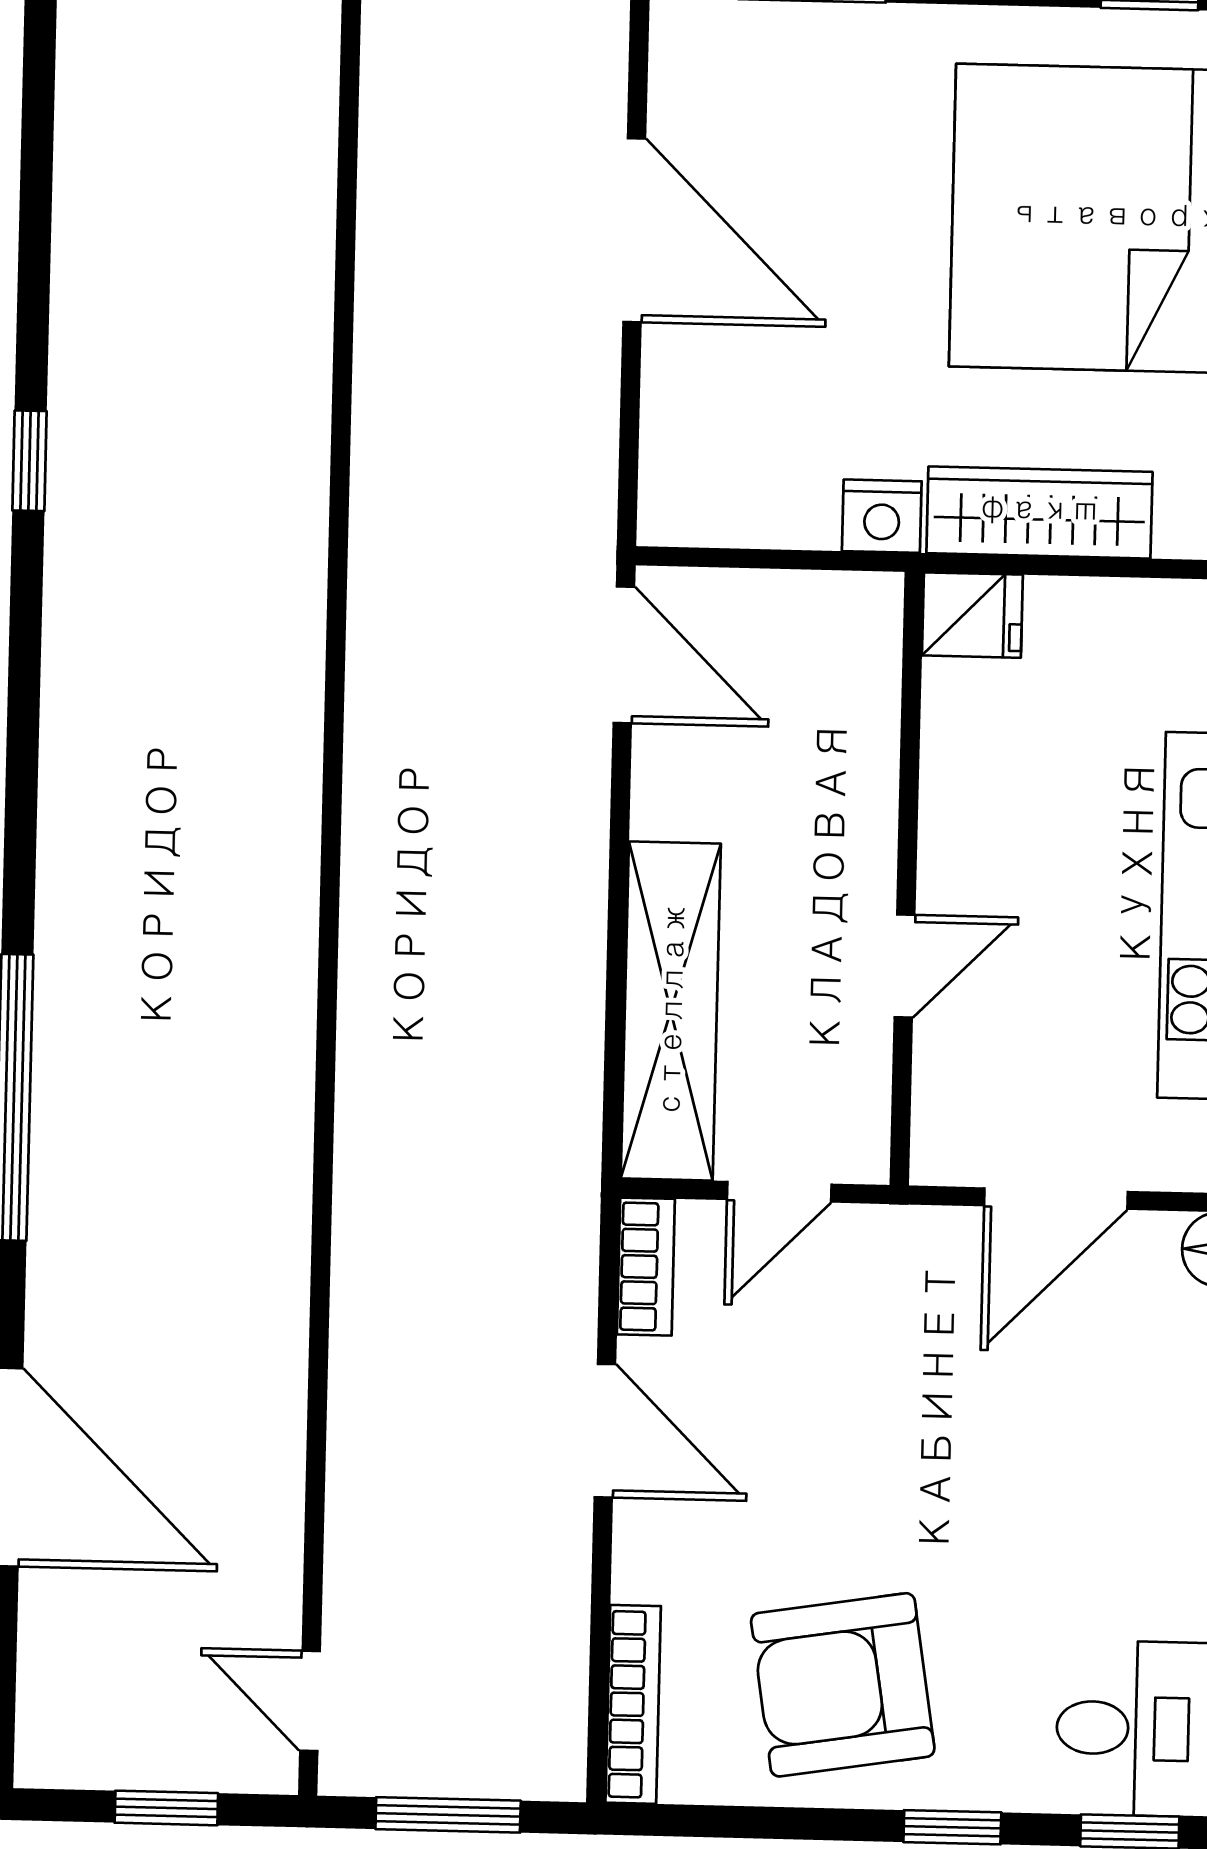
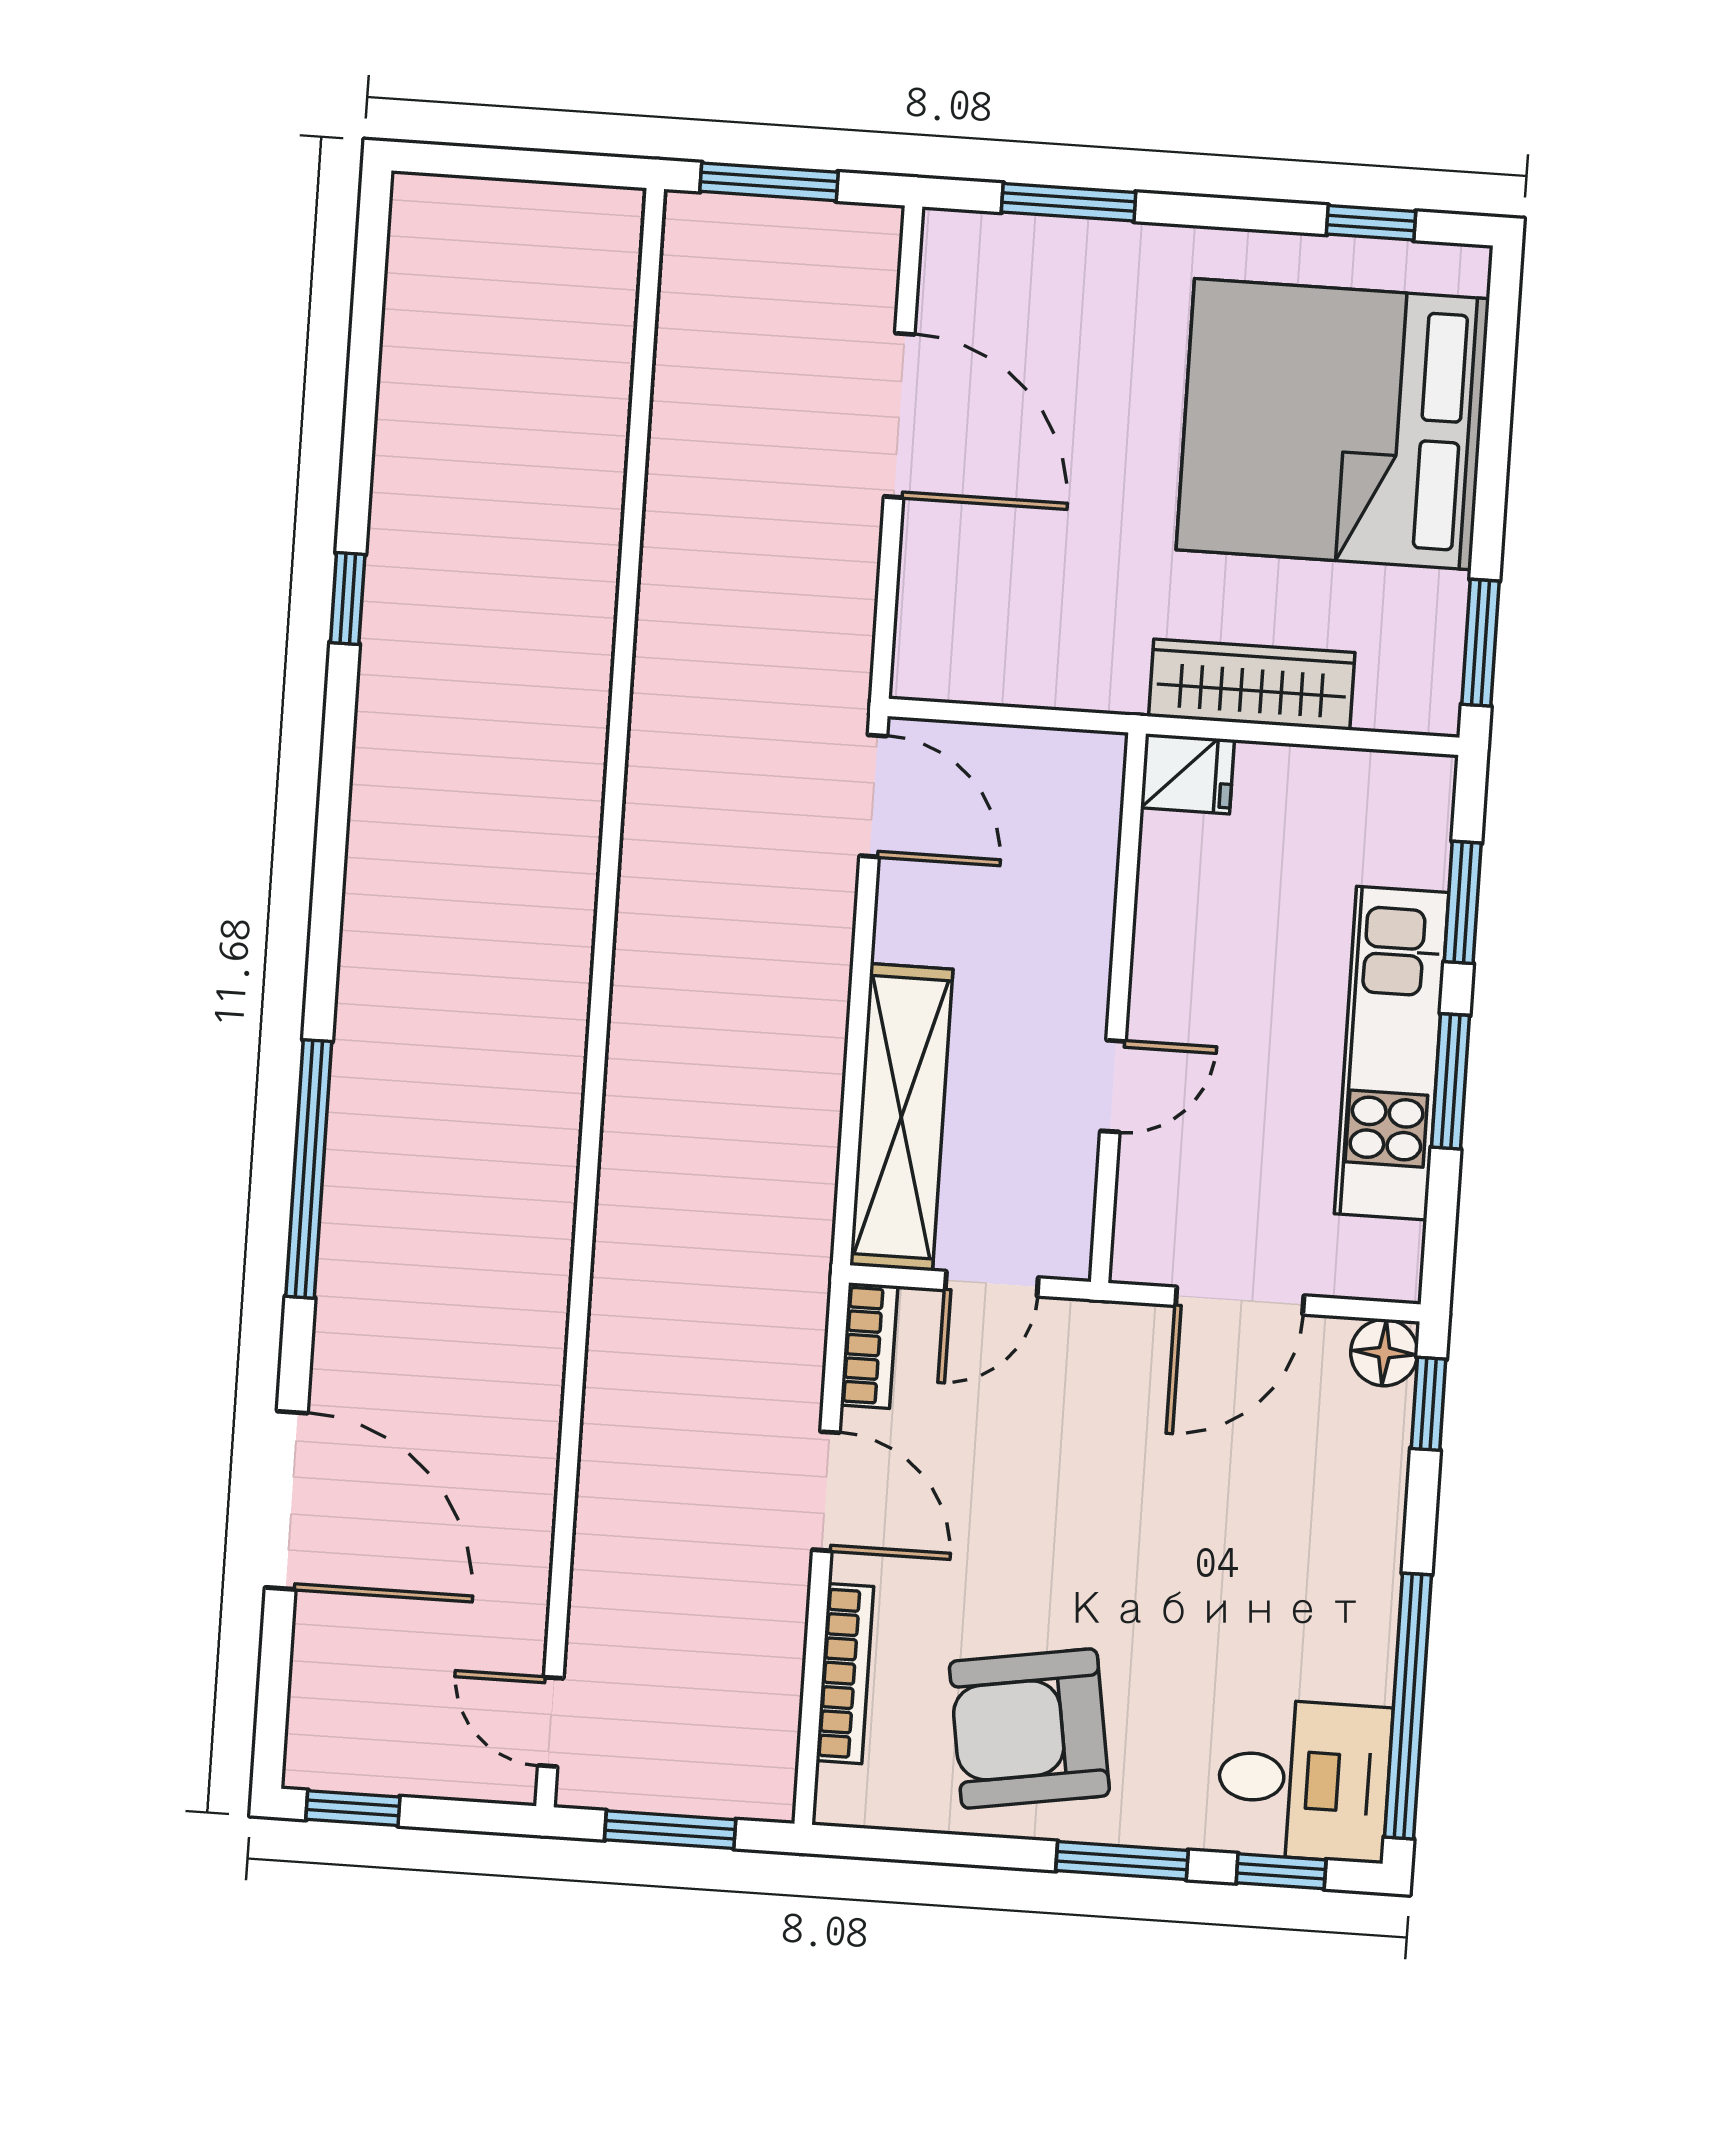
nightstand: (882, 516) -> (1110, 682), removed
bookcase: (633, 1704) -> (845, 1674), moved
window: (166, 1808) -> (353, 1808), moved
window: (952, 1827) -> (1122, 1860), width x1.50

